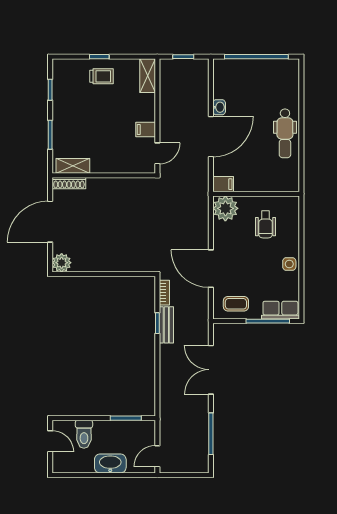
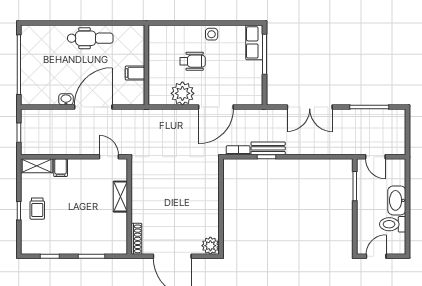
trolley: (102, 76) -> (37, 209), turned 180
filing cabinet: (146, 130) -> (61, 168), moved
door: (211, 137) -> (93, 107), hinge flipped
shelving: (73, 166) -> (120, 197), moved
filing cabinet: (223, 184) -> (135, 73), moved, turned -90
plant: (225, 208) -> (182, 93), moved
wheelchair: (266, 224) -> (193, 61), moved
coffee table: (236, 304) -> (248, 84), removed
toilet: (84, 434) -> (393, 224), moved, turned 180
door: (157, 456) -> (375, 157), moved

